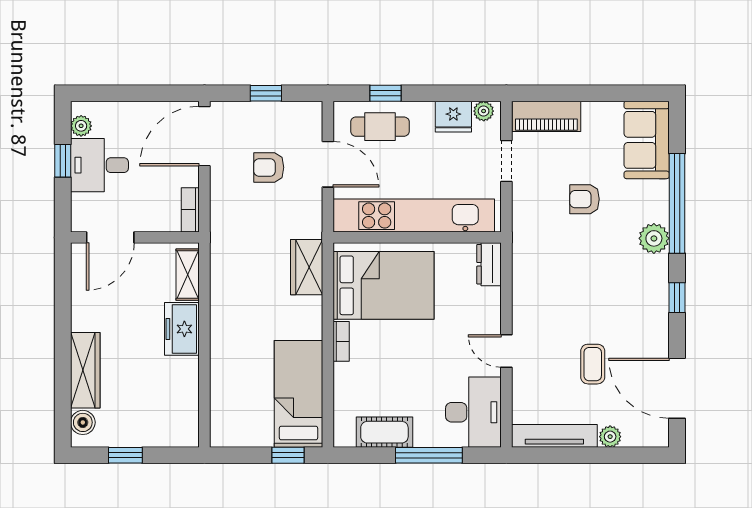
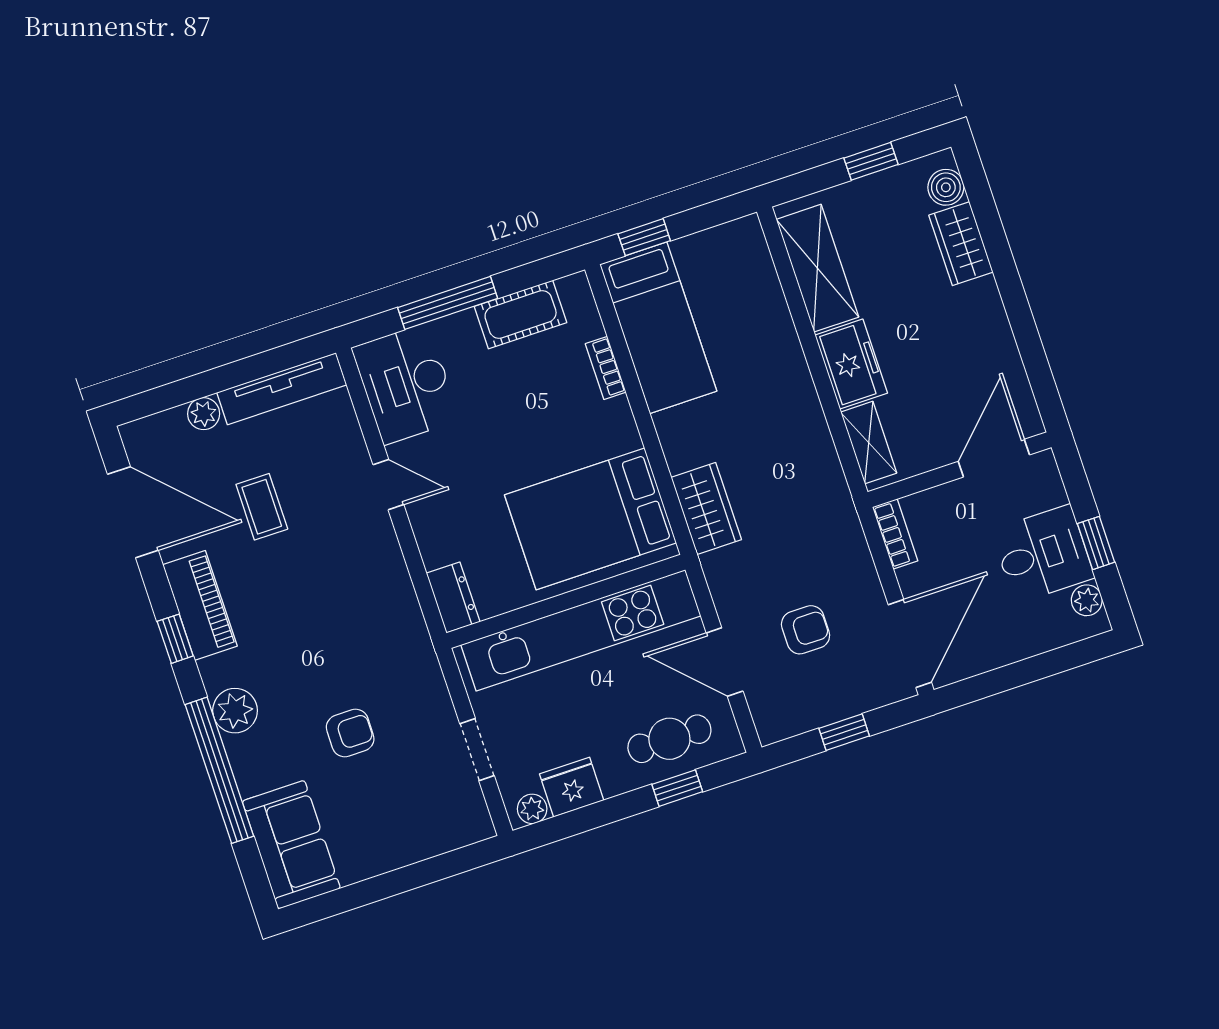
piano: (546, 116) -> (200, 605), moved, turned 90
bookcase: (341, 341) -> (606, 368), moved
wardrobe: (85, 370) -> (961, 244), width x0.67
shelving: (183, 398) -> (817, 268), added

